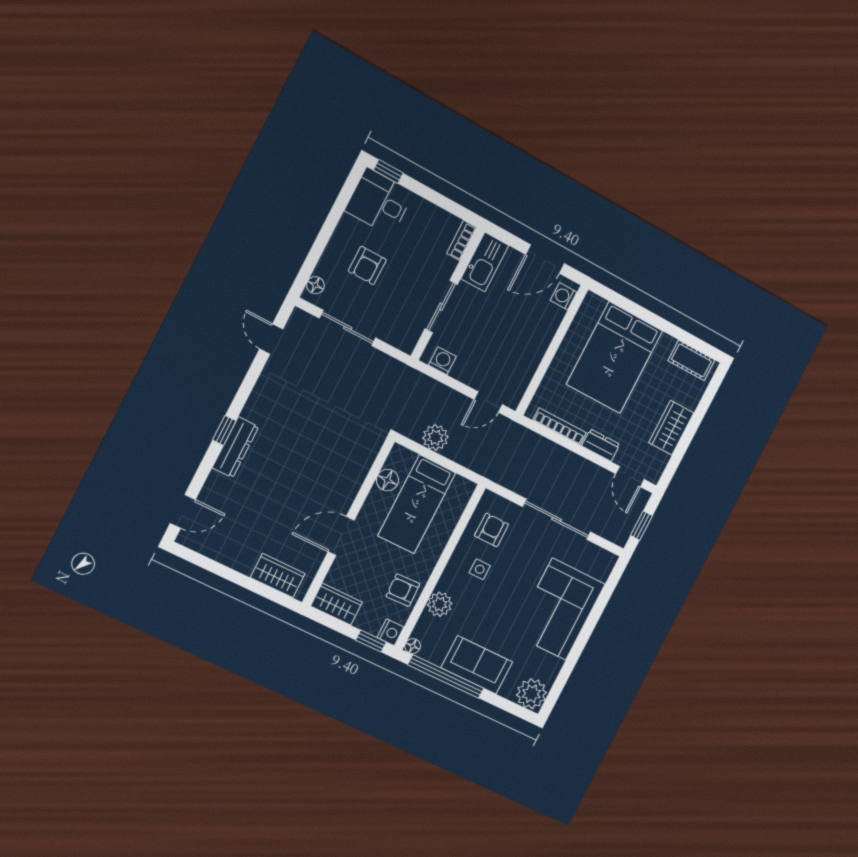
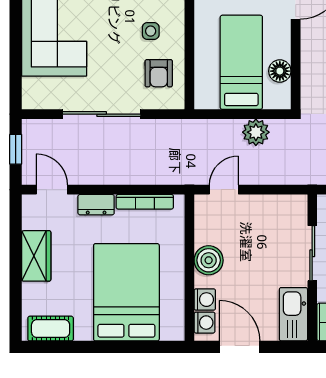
door: (545, 259) -> (240, 347), hinge flipped
boiler: (532, 348) -> (209, 260), added
washing machine: (442, 361) -> (205, 300), moved, turned -90

